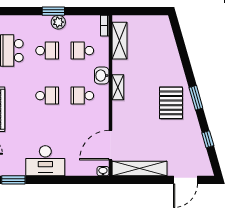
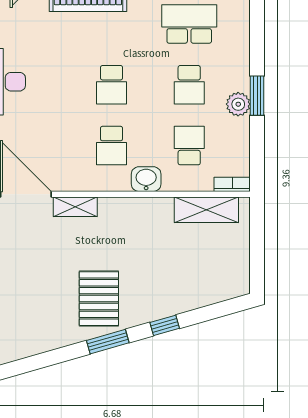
shelving: (118, 87) -> (75, 207), moved
school desk: (82, 96) -> (112, 146), turned 180
pallet: (171, 103) -> (99, 299), turned 90
window: (208, 139) -> (165, 325), moved

